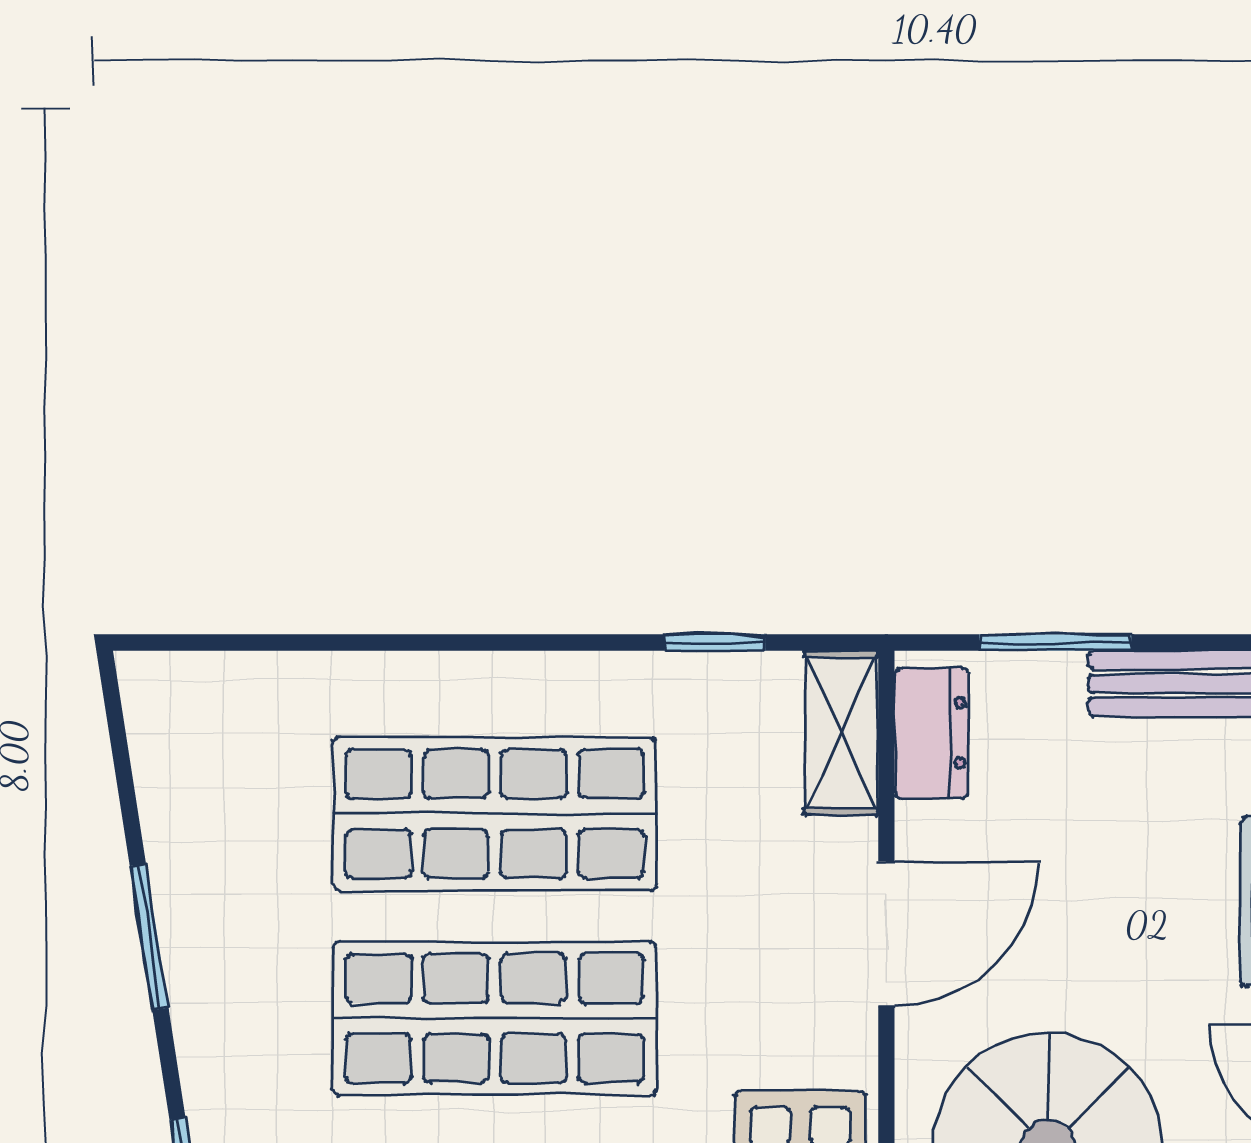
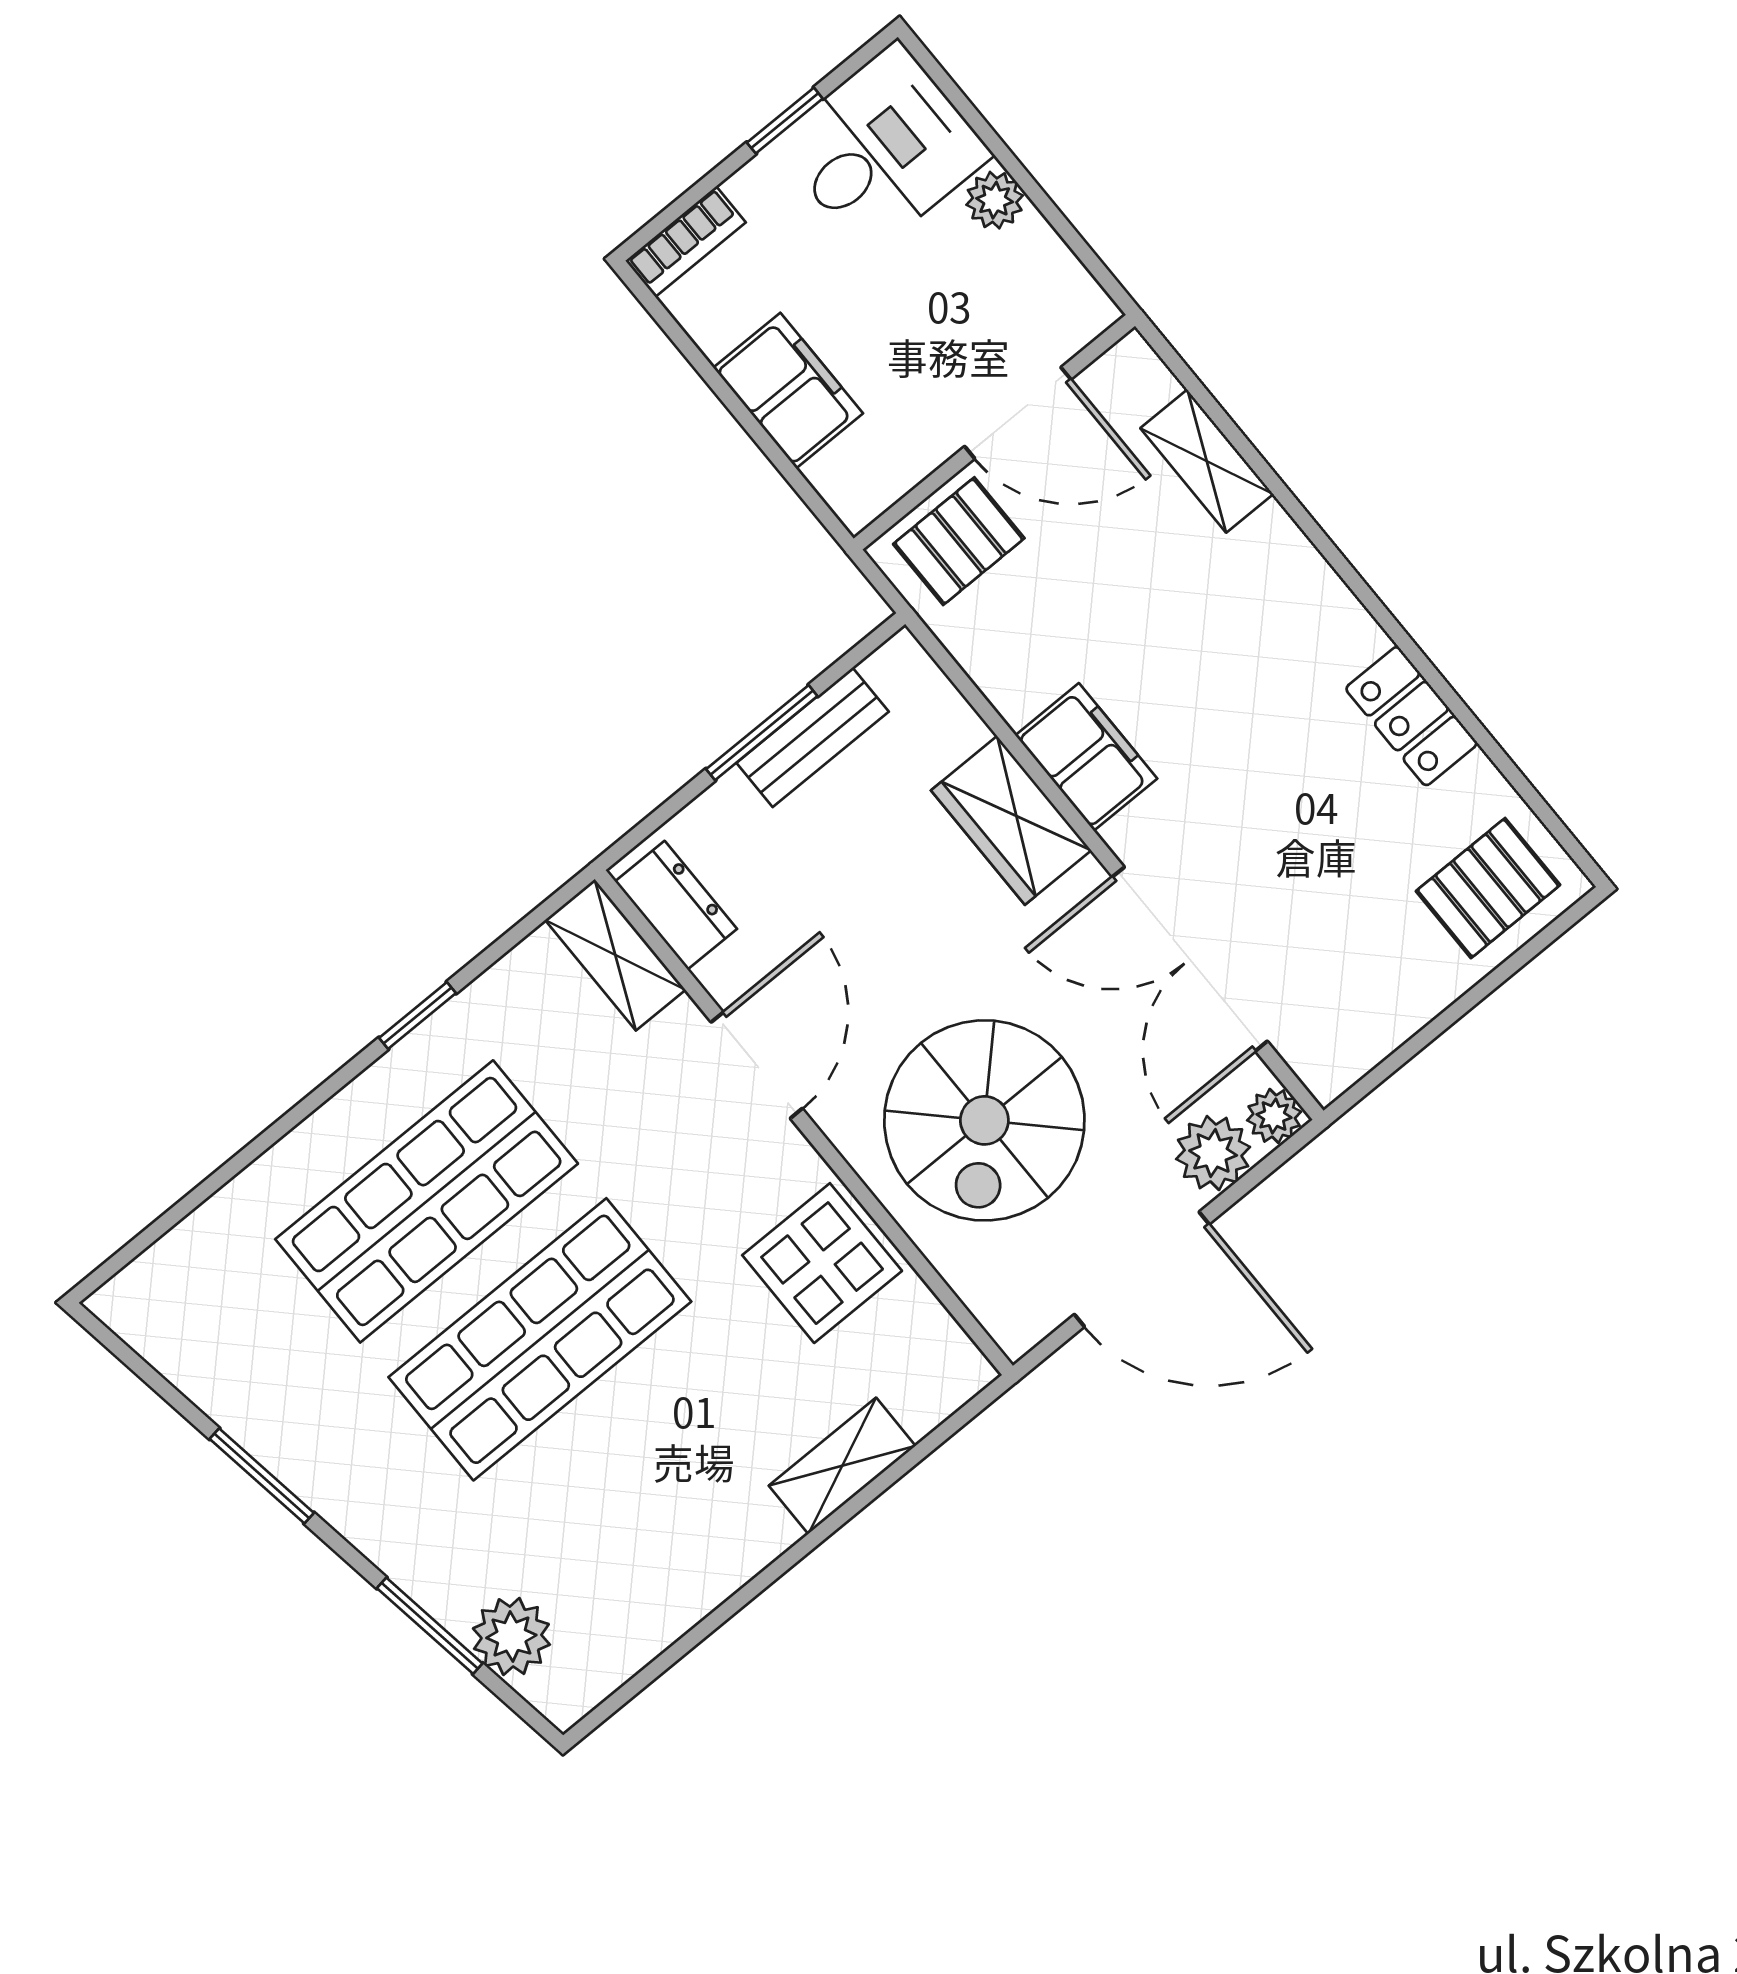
window: (715, 642) -> (417, 1015), moved
window: (1055, 642) -> (762, 733), moved

